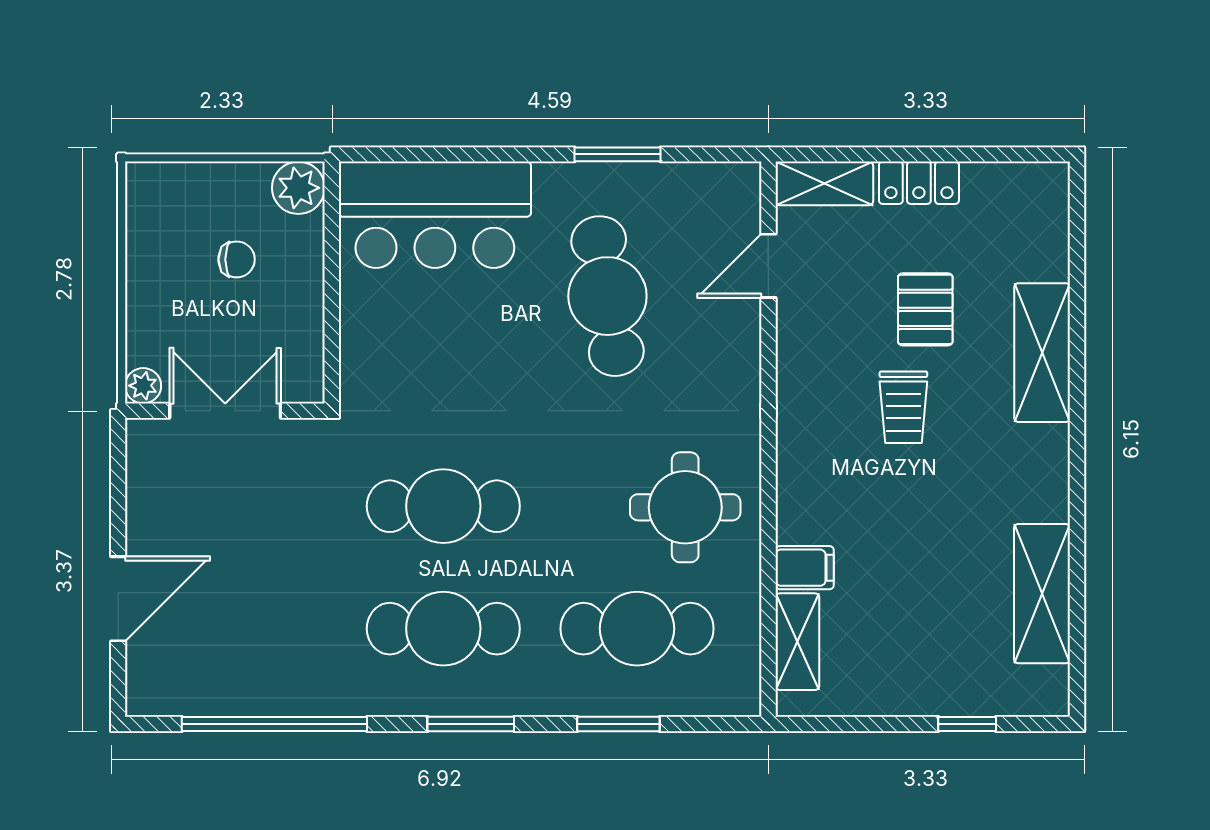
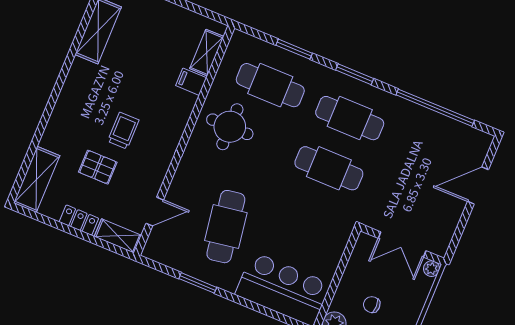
pallet: (925, 309) -> (98, 167), turned 90
shelving: (1042, 353) -> (37, 179), moved

